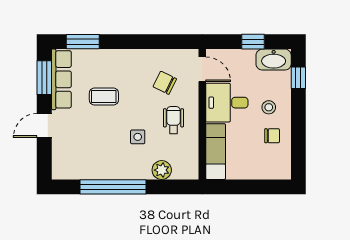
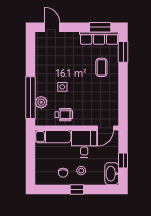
window: (298, 78) -> (77, 189), moved
chair: (165, 83) -> (97, 104), removed
coffee table: (104, 96) -> (101, 67), moved
wheelchair: (173, 120) -> (64, 115), moved
door: (44, 125) -> (52, 27), moved
window: (113, 187) -> (30, 98), moved

